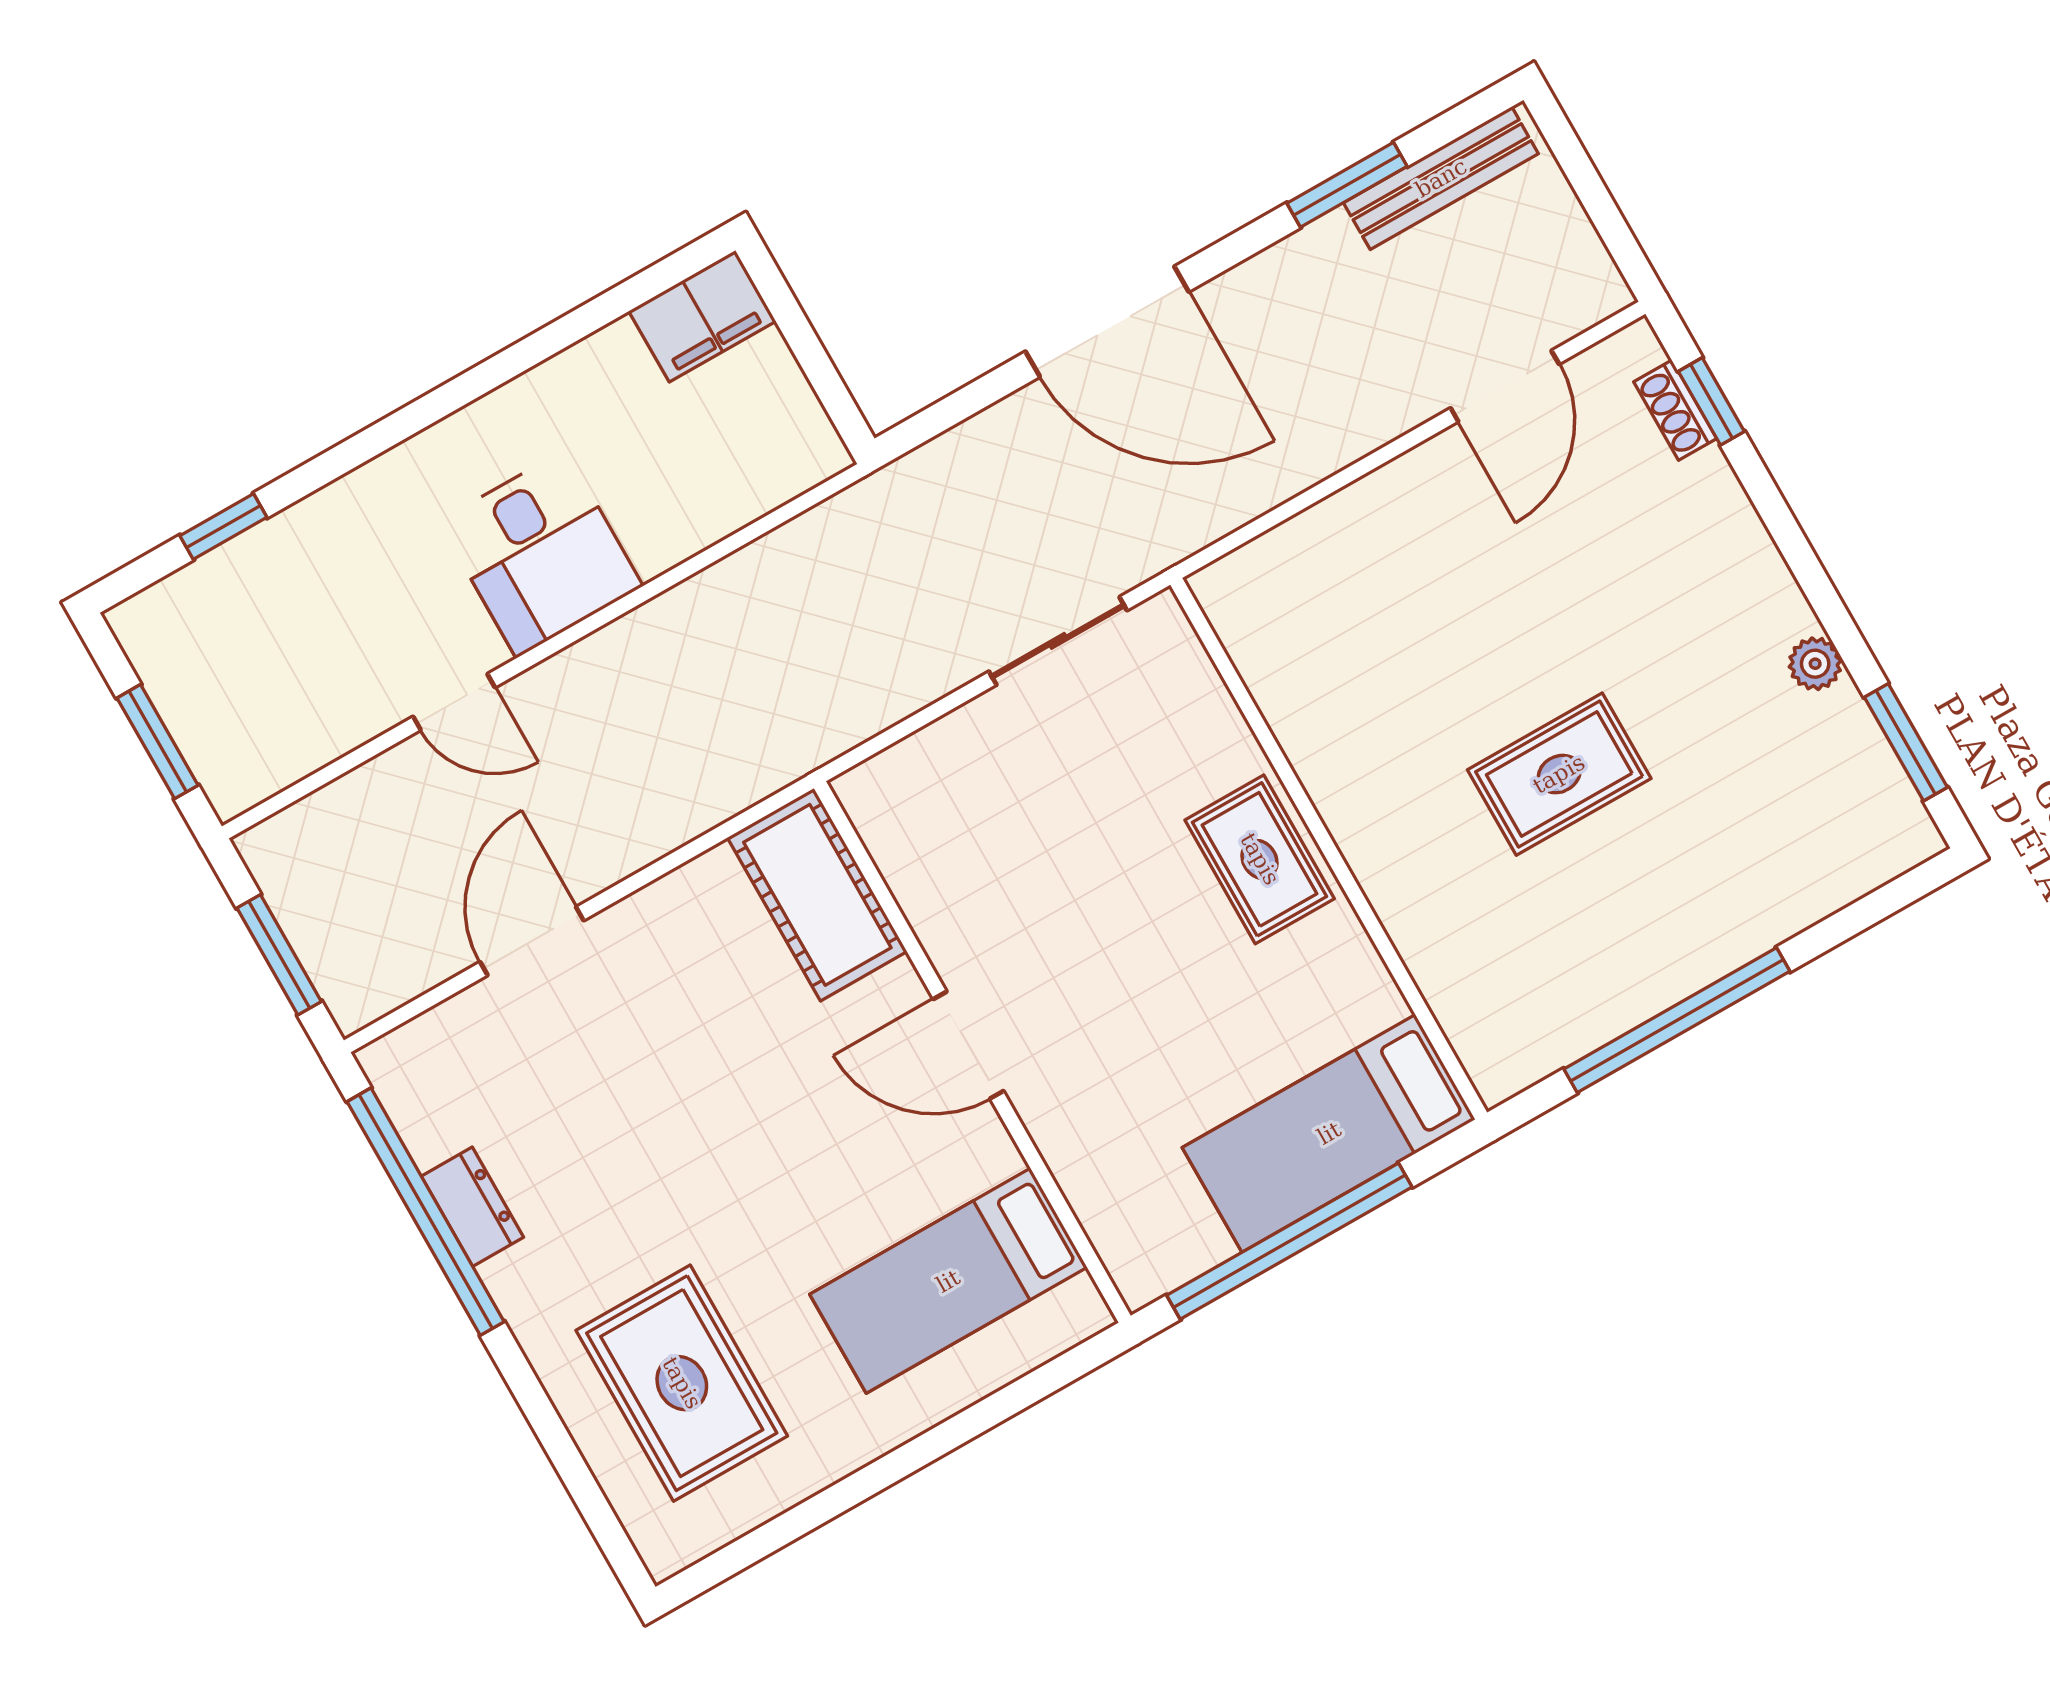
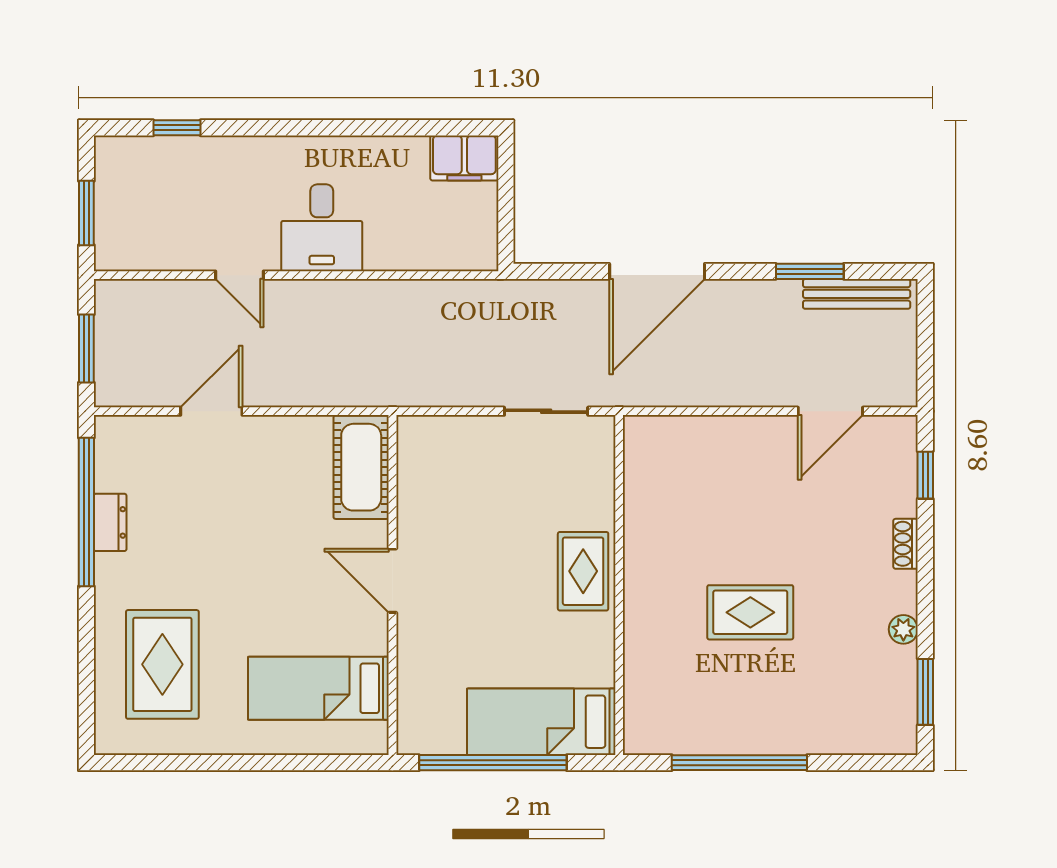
door: (1107, 322) -> (657, 271), hinge flipped
shoe rack: (1675, 410) -> (906, 544), moved

